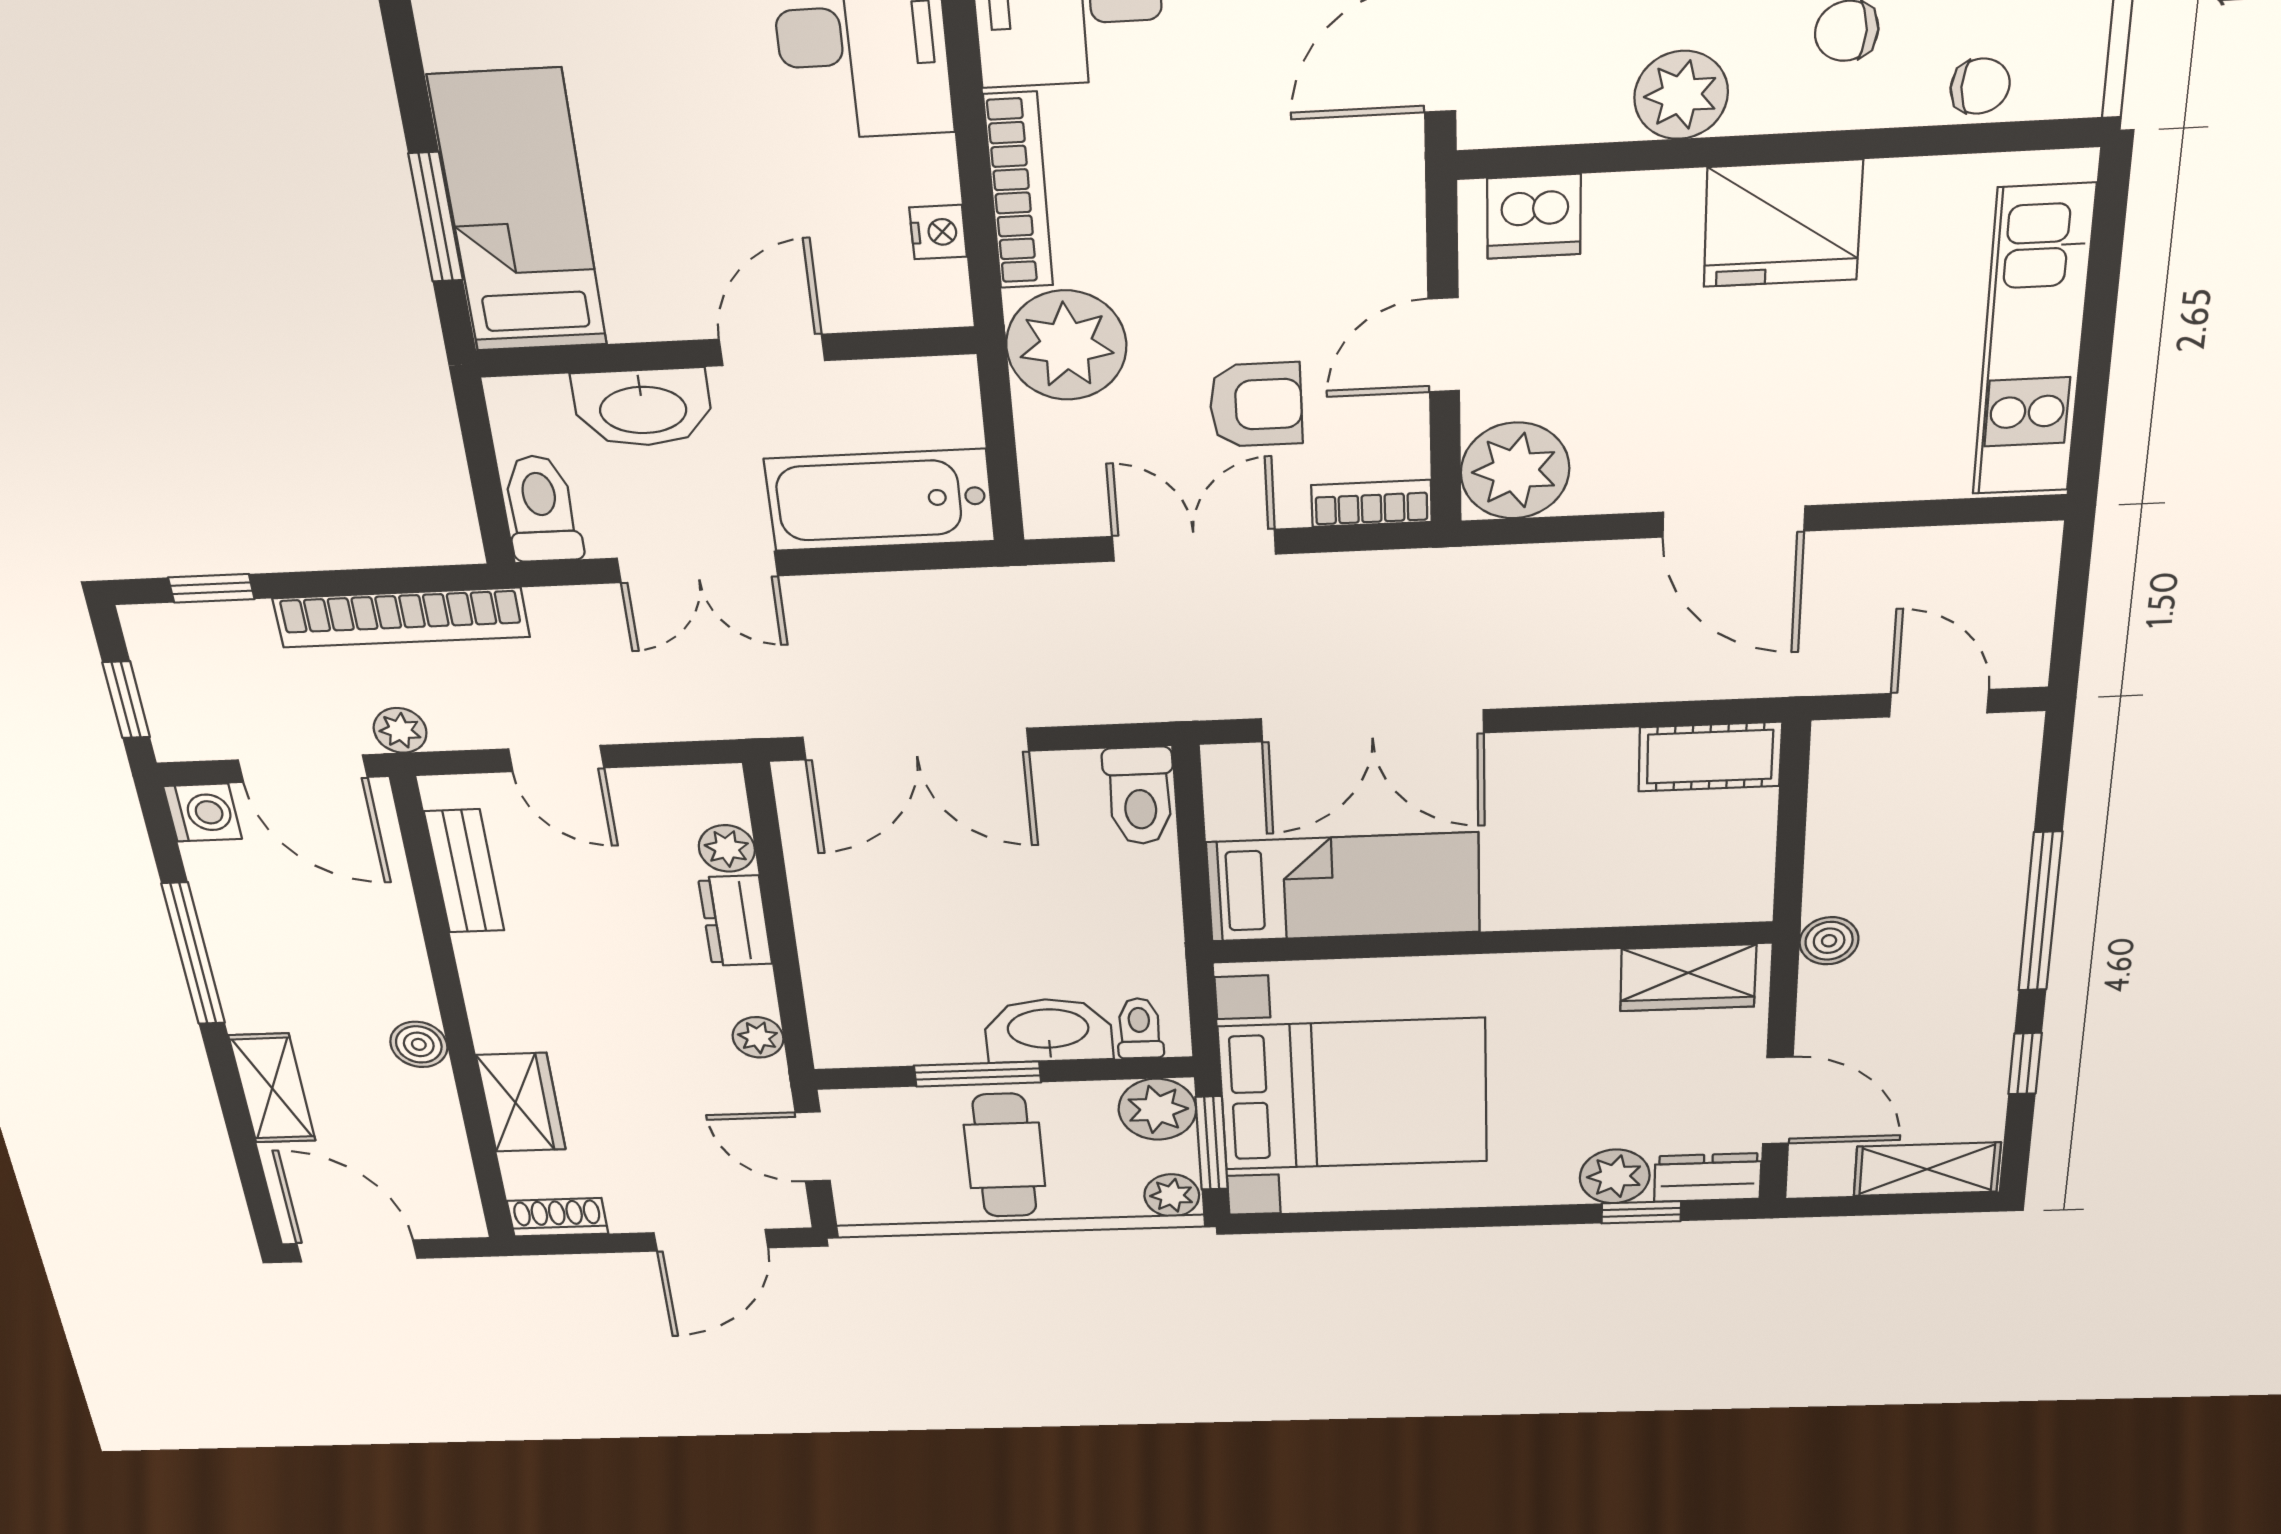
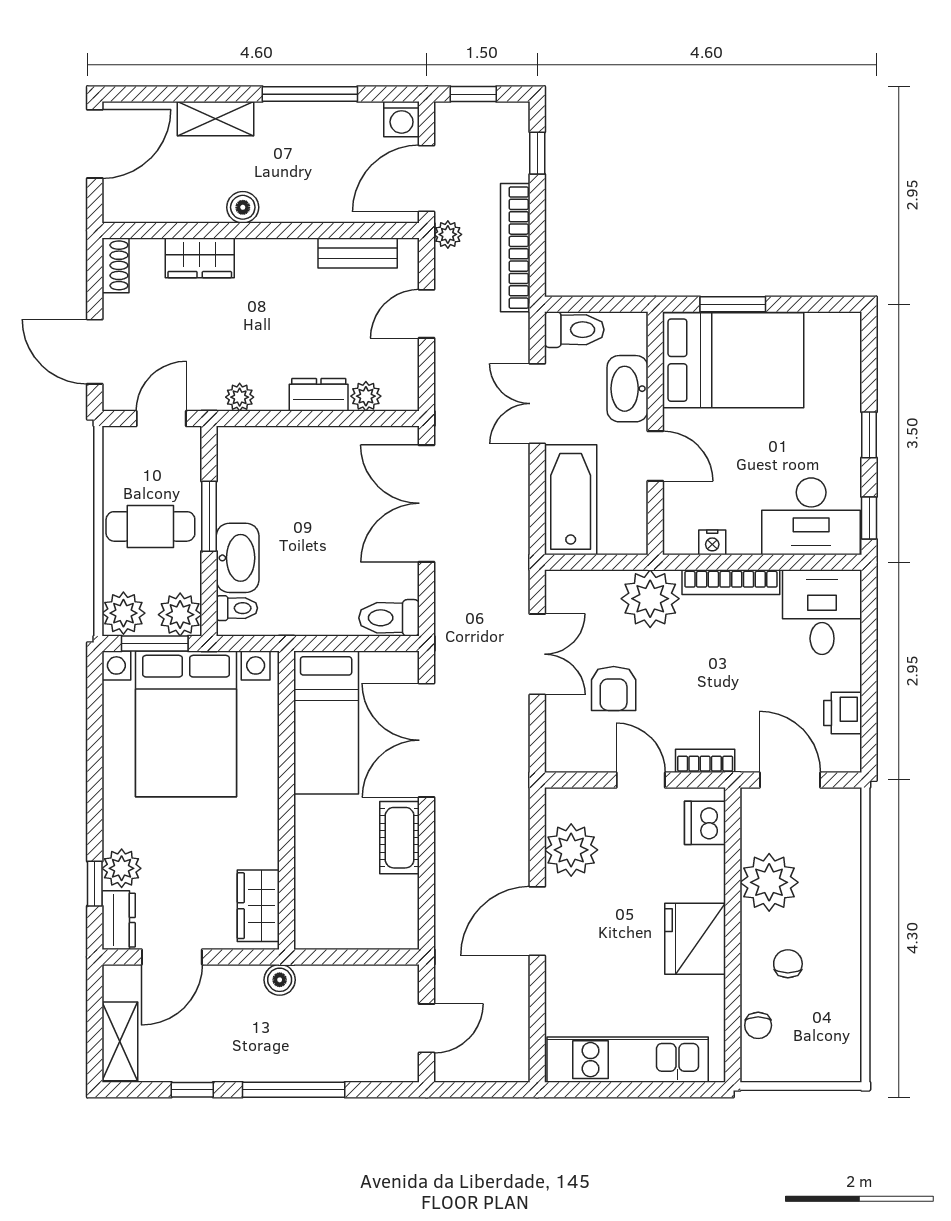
plant: (1681, 95) -> (769, 882), width x1.36, depth x1.36
bed: (519, 212) -> (733, 360), width x1.50
plant: (1515, 471) -> (571, 850), moved
bookcase: (1371, 503) -> (705, 761), moved, turned -90
cot: (1710, 757) -> (400, 838), moved
plant: (1172, 1195) -> (123, 613), width x1.38, depth x1.38

